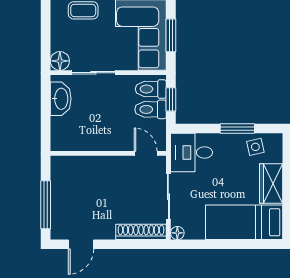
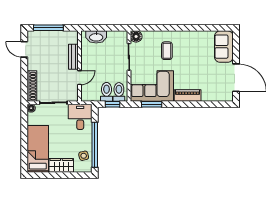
washbasin: (61, 99) -> (96, 37), moved
window: (237, 128) -> (95, 145), width x2.11
door: (146, 153) -> (80, 78), moved
bench: (93, 164) -> (73, 57), added

